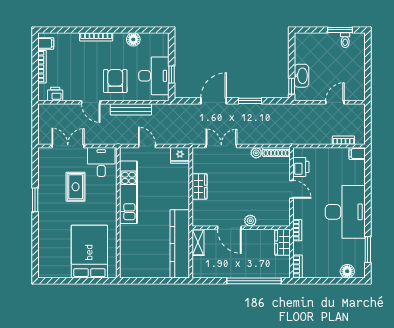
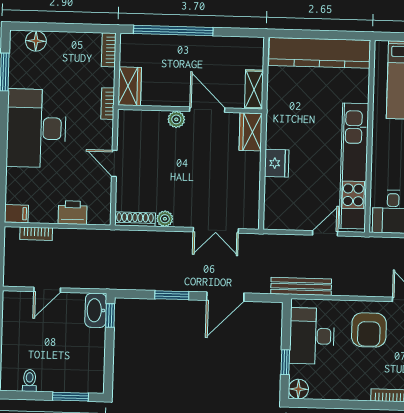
window: (340, 30) -> (71, 397), moved
floor lamp: (133, 39) -> (298, 389), moved
window: (172, 75) -> (285, 362), moved
washbasin: (301, 76) -> (96, 310), moved
bench: (131, 109) -> (301, 286), moved
door: (147, 146) -> (325, 233), swing flipped
fridge: (180, 155) -> (277, 163), moved, turned 90
printer: (301, 167) -> (73, 213), moved, turned 90
wardrobe: (199, 186) -> (251, 132), moved
kitchen unit: (129, 192) -> (354, 166), width x1.36
kitchen counter: (180, 244) -> (320, 53), moved, turned 90

